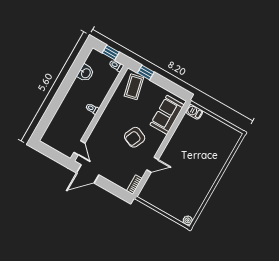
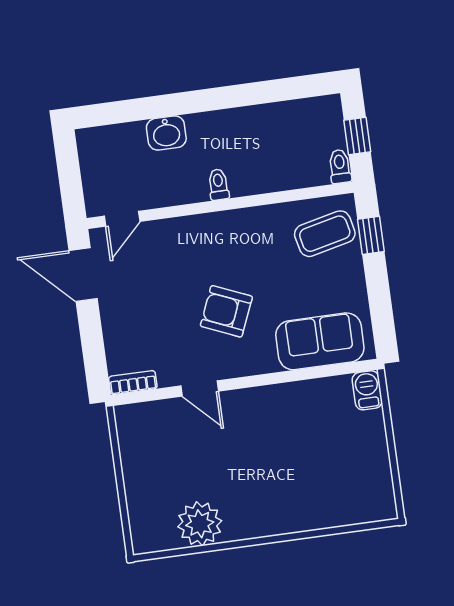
washbasin: (86, 73) -> (166, 133), moved
plant: (188, 220) -> (200, 524), moved, width x1.87, depth x1.87

